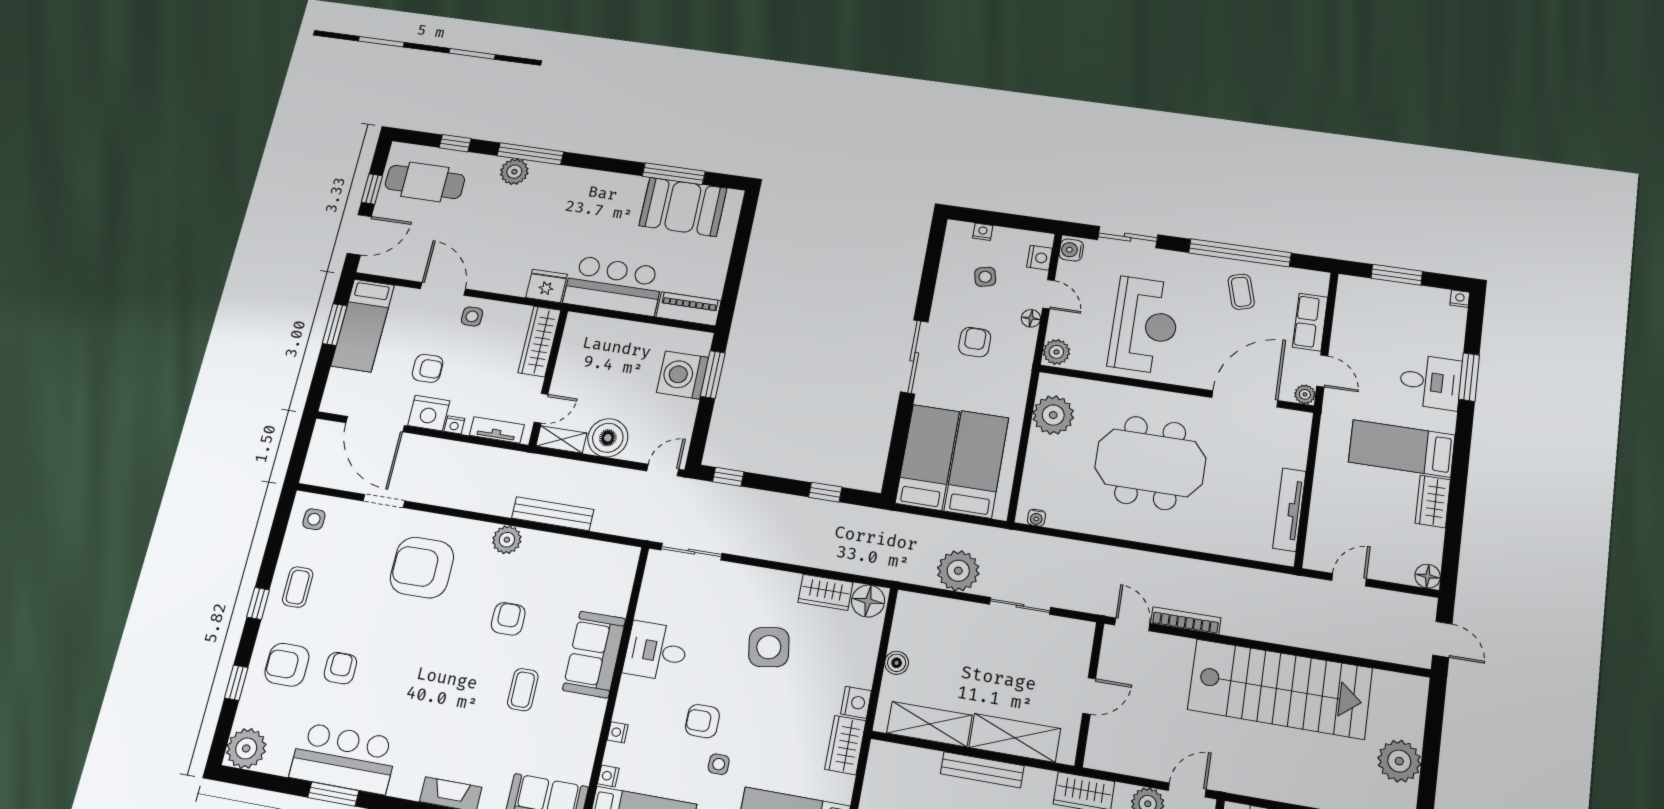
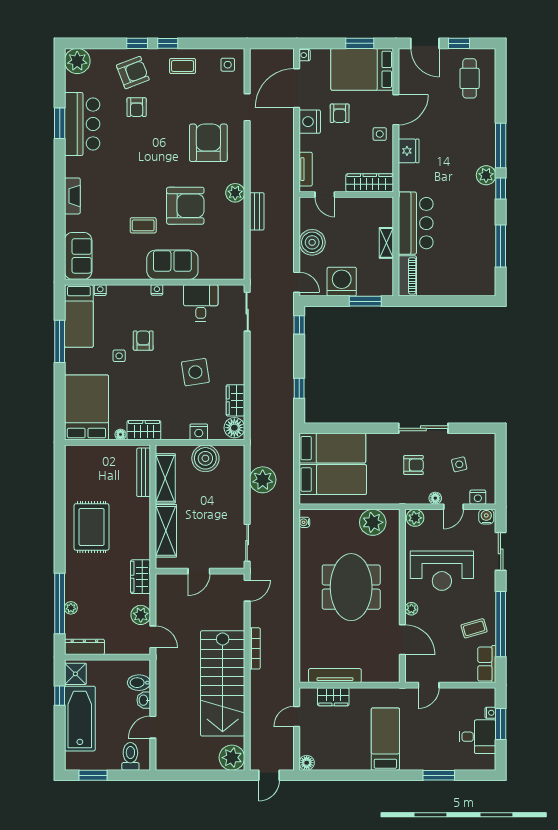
window: (455, 143) -> (501, 188), moved
plant: (514, 172) -> (486, 175), moved
cafe table: (425, 182) -> (470, 78), width x0.73, depth x0.74
booth: (683, 207) -> (478, 257), removed
nightstand: (983, 232) -> (490, 458), removed
fridge: (547, 286) -> (409, 151), moved
nightstand: (1460, 299) -> (490, 713), moved
row of seats: (1310, 322) -> (487, 664), moved, turned -90
bed: (363, 325) -> (362, 69), width x1.50
sliding door: (914, 357) -> (423, 428), moved
washing machine: (683, 375) -> (342, 282), moved
desk: (1430, 382) -> (477, 737), moved, turned -90
plant: (1305, 394) -> (411, 609), moved
door: (1245, 399) -> (402, 640), width x0.73
nightstand: (454, 425) -> (305, 55), moved
shelving: (561, 439) -> (386, 243), moved
wardrobe: (1433, 501) -> (333, 697), moved, turned 180
bench: (553, 514) -> (257, 211), width x0.73
door: (1349, 580) -> (297, 716), swing flipped
sliding door: (1020, 606) -> (247, 543), moved
armchair: (508, 619) -> (185, 206), width x1.88, depth x1.88
bookcase: (1186, 621) -> (255, 648), moved
desk: (656, 651) -> (201, 303), moved
boiler: (897, 663) -> (205, 458), width x1.86, depth x1.86
armchair: (287, 665) -> (133, 73), turned 69
armchair: (340, 668) -> (137, 107), turned 90
window: (236, 683) -> (137, 43), moved
door: (1089, 696) -> (199, 571), hinge flipped
nightstand: (856, 702) -> (199, 432), moved
nightstand: (618, 732) -> (157, 290), moved
plant: (1399, 761) -> (232, 758), moved
bench: (982, 770) -> (144, 472), moved
floor lamp: (845, 784) -> (120, 434), added

